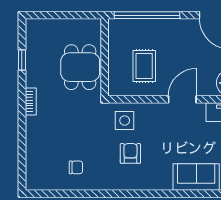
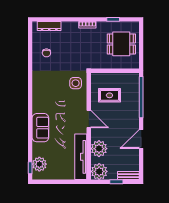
dining table: (80, 67) -> (121, 44), moved
armchair: (130, 153) -> (55, 87), removed
dresser: (33, 163) -> (49, 26), added

